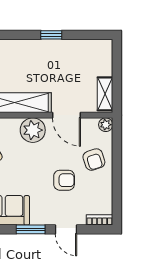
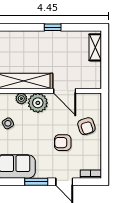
shelving: (105, 94) -> (95, 47), moved
plant: (106, 125) -> (21, 99), moved
armchair: (64, 180) -> (63, 143), turned 180

